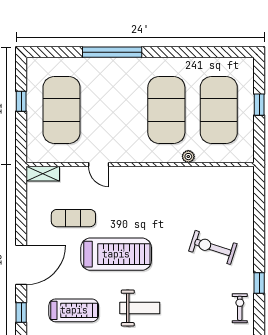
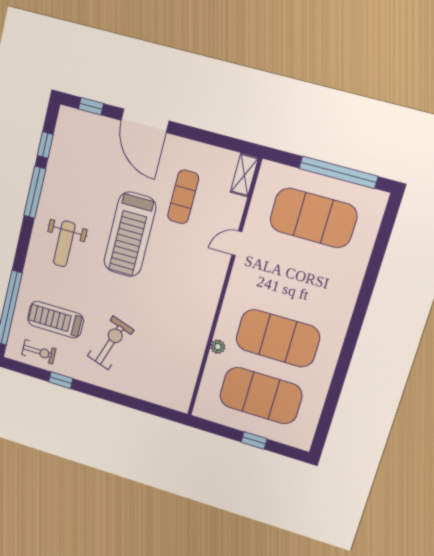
window: (112, 52) -> (365, 296), removed
window: (21, 101) -> (338, 172), width x3.17
treadmill: (74, 310) -> (55, 320), moved, turned 90

